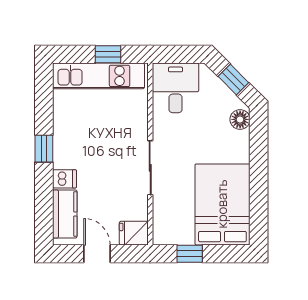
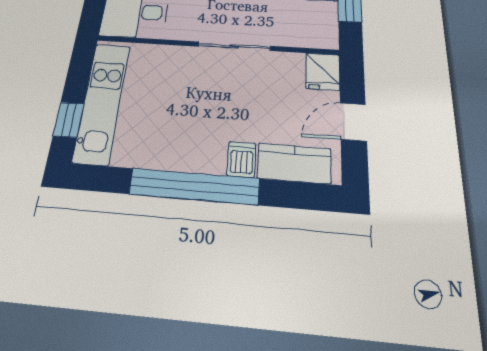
window: (108, 54) -> (69, 120), moved
window: (44, 149) -> (194, 186), width x3.17

